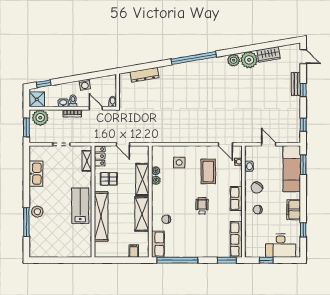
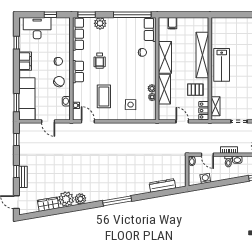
window: (194, 58) -> (117, 201), width x0.68
washing machine: (85, 85) -> (205, 178), moved
wheelchair: (202, 206) -> (100, 61), moved
plant: (212, 251) -> (100, 23), added

